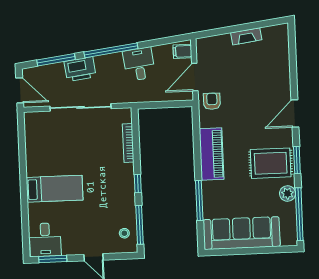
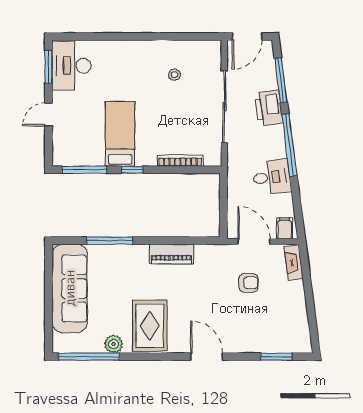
fireplace: (246, 36) -> (294, 263), moved
armchair: (212, 101) -> (248, 283), moved
piano: (212, 154) -> (171, 254), width x0.73, depth x0.75
window: (297, 160) -> (276, 357), moved
bed: (55, 189) -> (120, 134), moved, turned 180
stool: (124, 233) -> (174, 75), moved
desk: (45, 240) -> (71, 66), width x1.37

